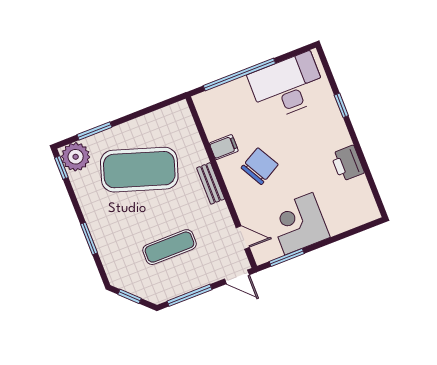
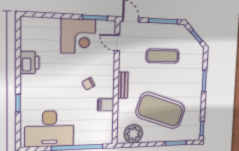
plant: (76, 157) -> (133, 134), moved
chair: (260, 166) -> (88, 84), width x0.54, depth x0.54

